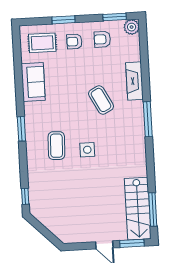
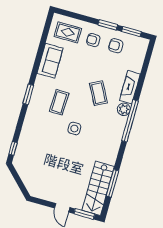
window: (64, 20) -> (108, 25), moved
plant: (132, 27) -> (124, 109), moved
window: (148, 119) -> (130, 121), width x1.46
coffee table: (56, 146) -> (59, 102), moved
window: (153, 210) -> (112, 183), moved

